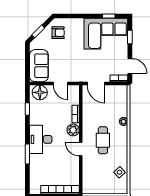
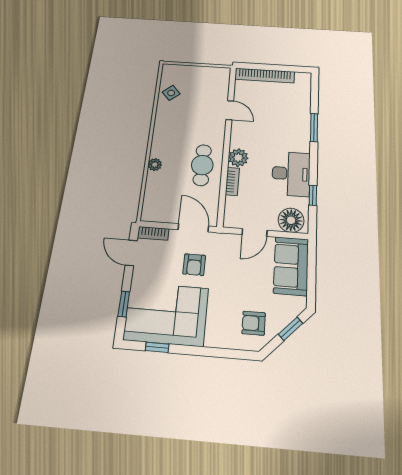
armchair: (93, 62) -> (194, 265), added
door: (61, 83) -> (255, 232), swing flipped
desk: (41, 139) -> (291, 174), moved
cafe table: (103, 140) -> (202, 165), moved
door: (81, 149) -> (230, 110), moved

